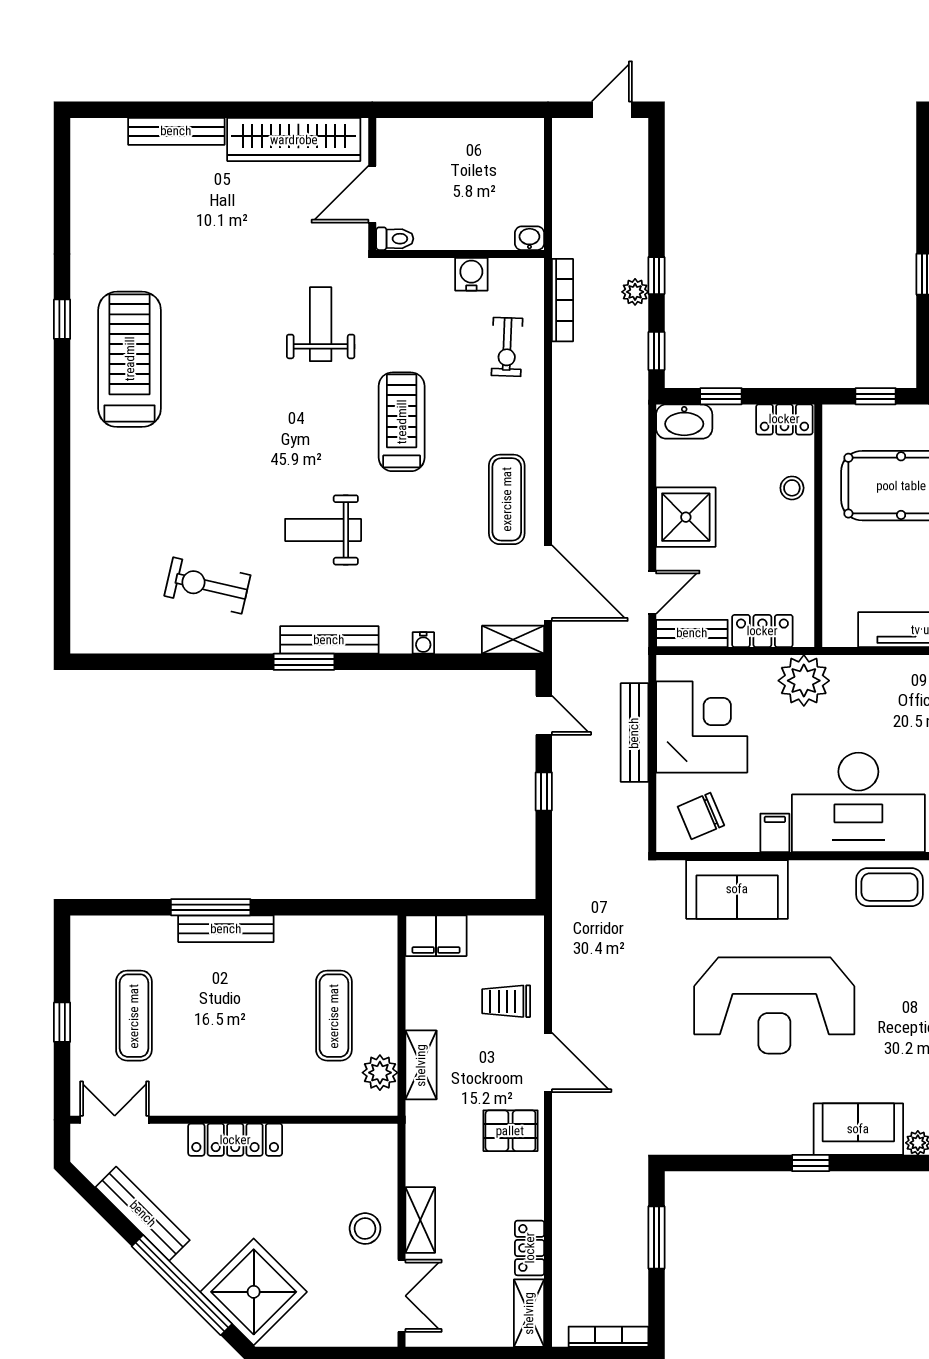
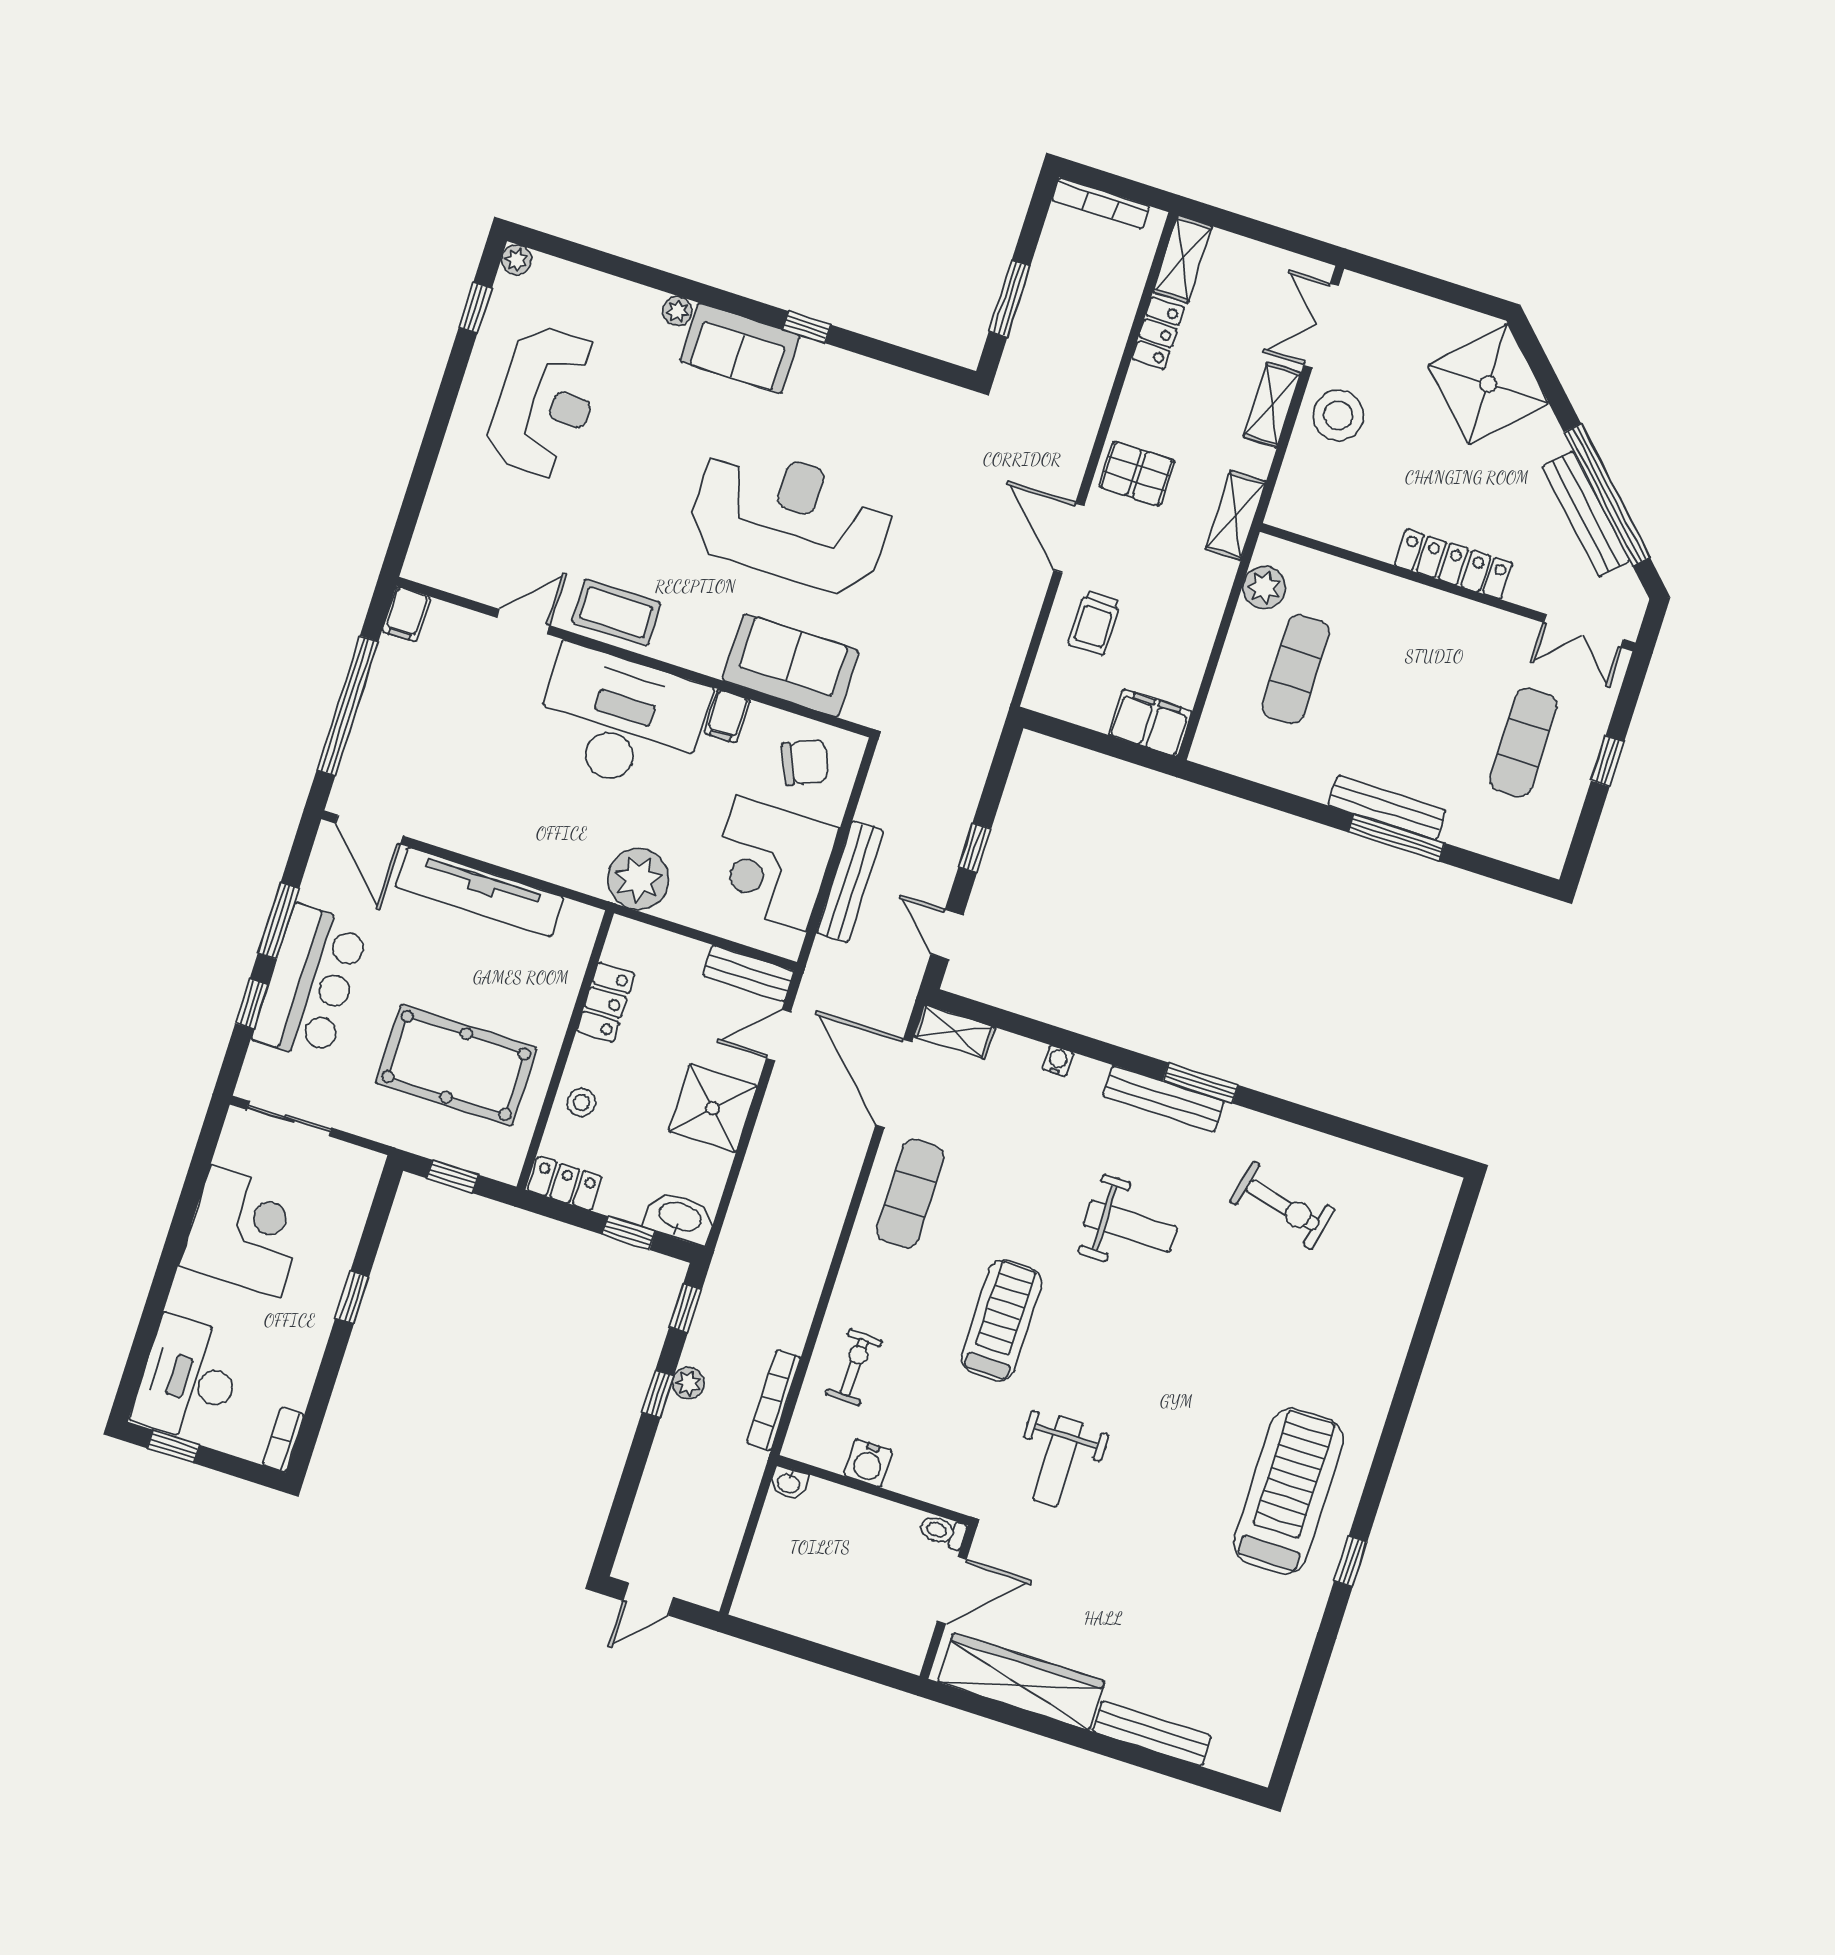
treadmill: (130, 359) -> (1289, 1491), turned 180
treadmill: (402, 422) -> (1002, 1321), turned 180
locker: (762, 631) -> (606, 1002), moved, turned -90
trolley: (506, 1001) -> (1095, 623), turned 90
shelving: (421, 1065) -> (1236, 515), moved
stool: (365, 1229) -> (1338, 415), width x1.38, depth x1.38
window: (182, 1285) -> (1607, 495), moved

